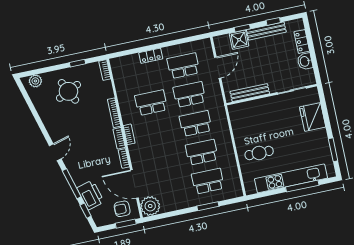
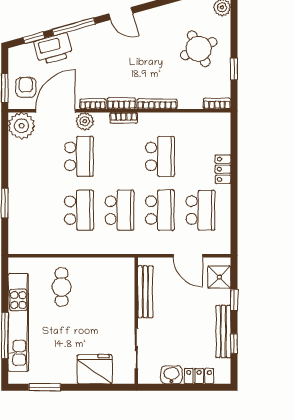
shower: (239, 40) -> (219, 277), moved
plant: (137, 162) -> (85, 121), added
school desk: (208, 181) -> (79, 156), moved

